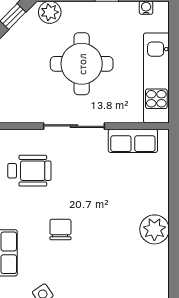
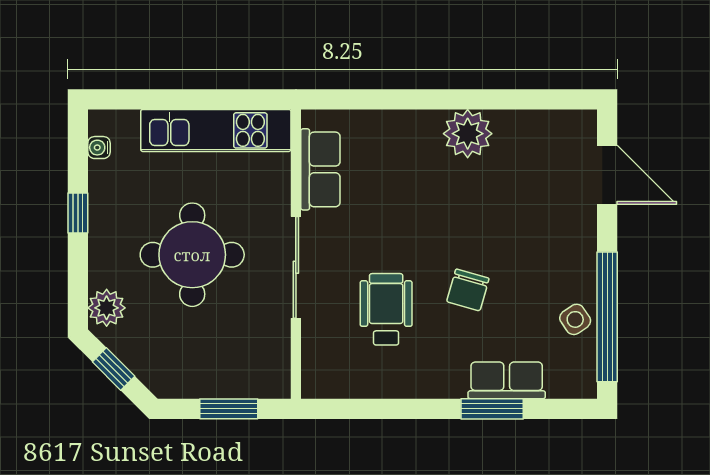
wheelchair: (29, 171) -> (386, 309), moved
chair: (60, 229) -> (468, 290), turned -74

